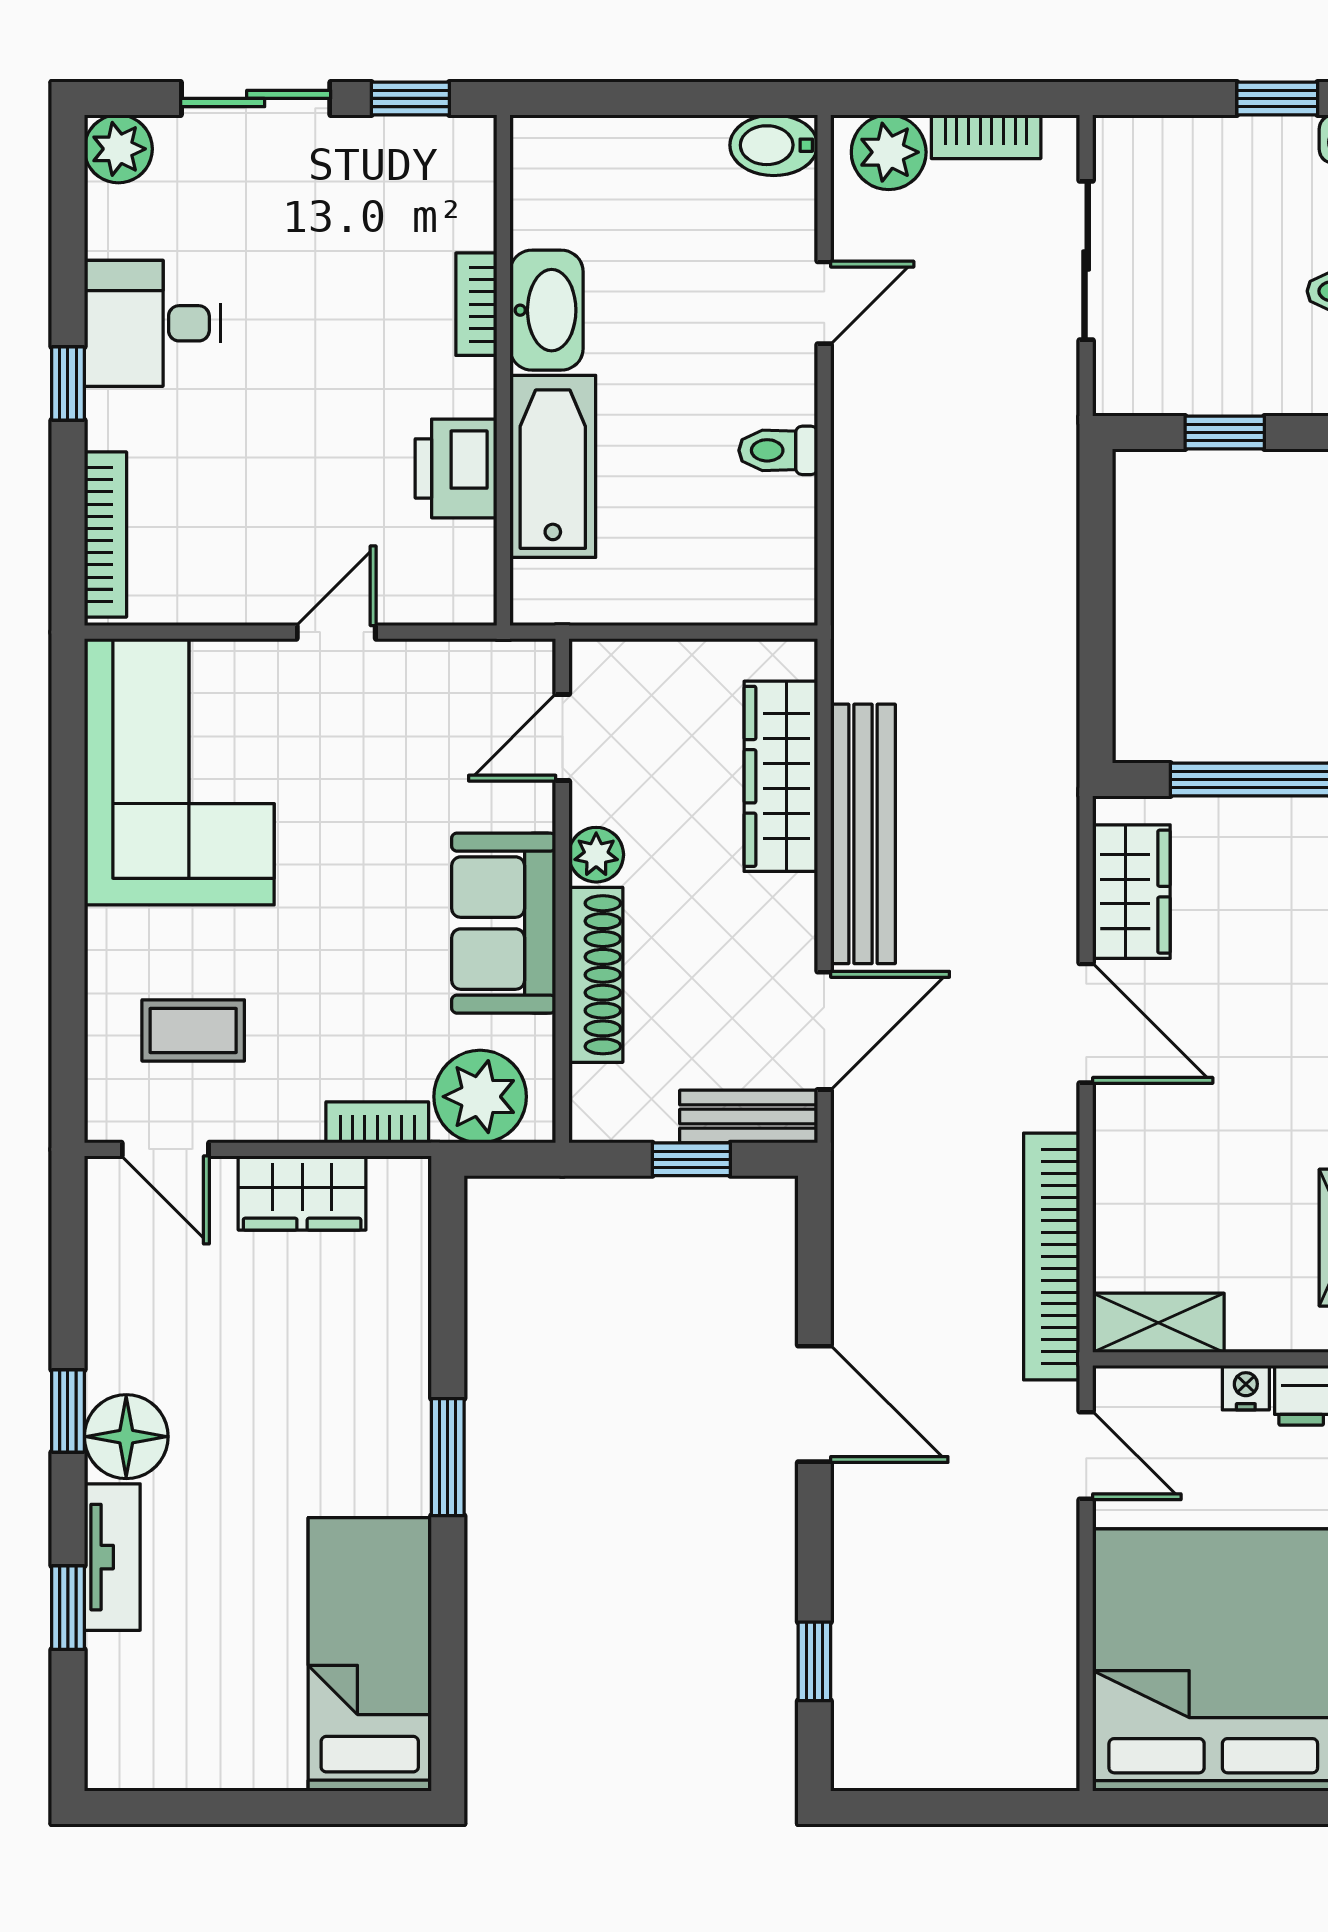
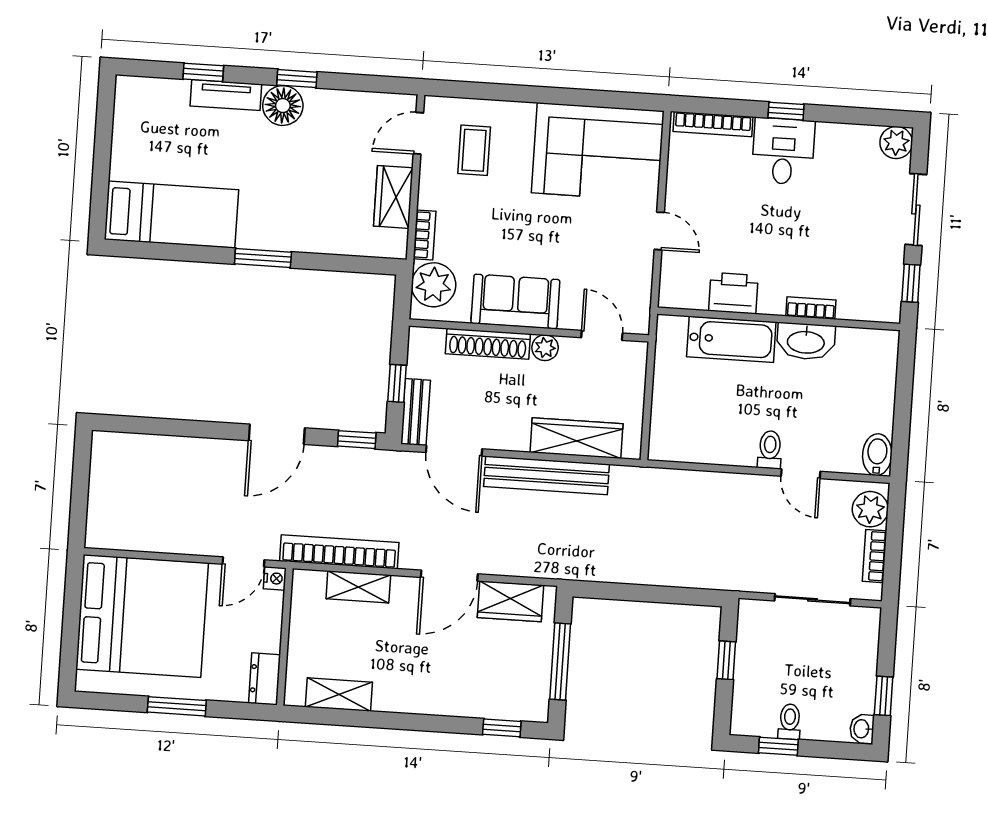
desk: (152, 323) -> (783, 151), moved
toilet: (778, 450) -> (770, 450), moved
shelving: (1158, 1323) -> (358, 587), moved, turned 90
nightstand: (1246, 1388) -> (275, 578), moved
window: (814, 1661) -> (357, 440), moved

